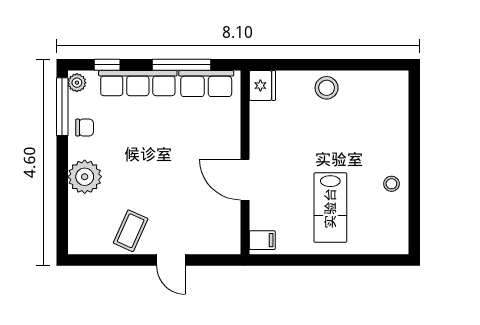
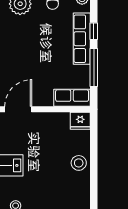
window: (107, 65) -> (94, 31), moved
row of seats: (206, 84) -> (72, 98), moved, turned 90

